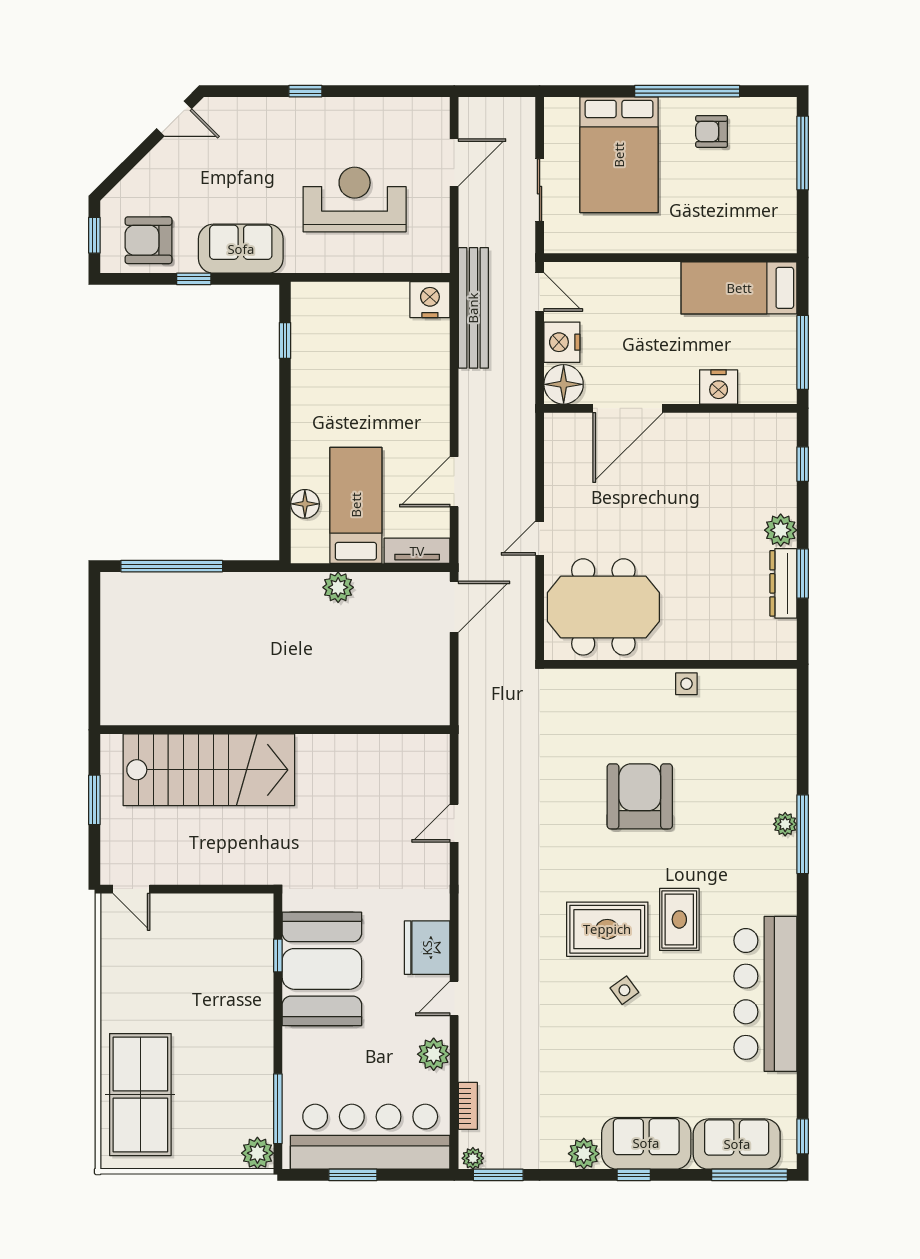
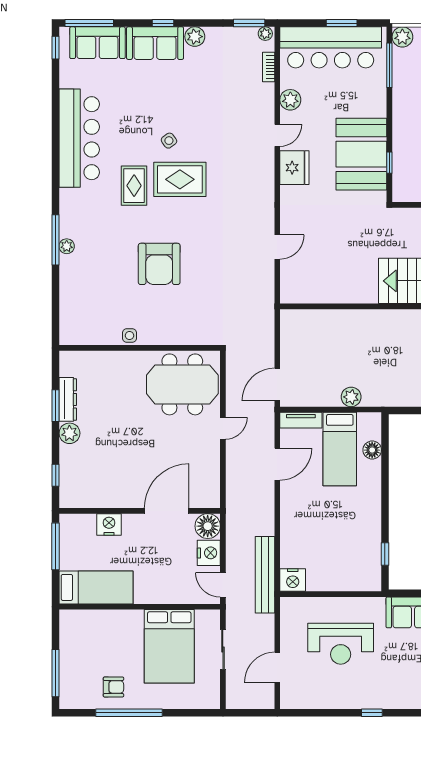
bed: (619, 155) -> (169, 646), moved, turned 180

